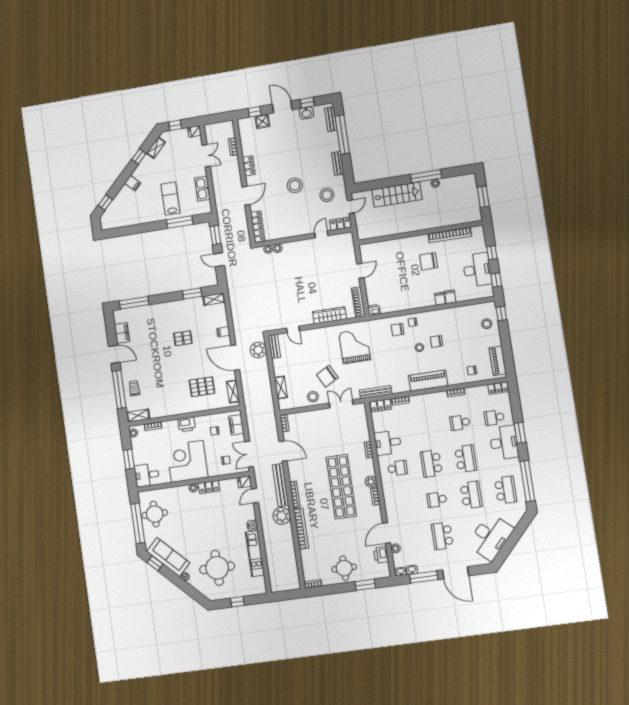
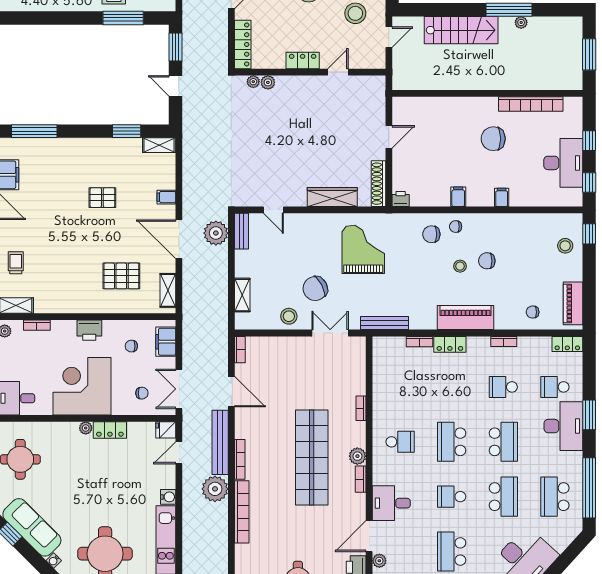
locker: (340, 224) -> (303, 60), moved
filing cabinet: (450, 297) -> (458, 197), moved
locker: (381, 405) -> (450, 344), moved
desk: (388, 443) -> (391, 503), moved
school desk: (505, 490) -> (555, 497), turned 180

